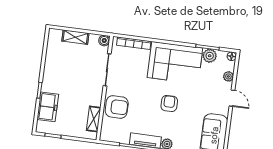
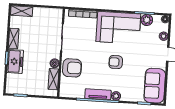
shelving: (75, 37) -> (22, 11), moved
boiler: (104, 40) -> (55, 63), moved
shelving: (49, 67) -> (14, 38), added
armchair: (169, 104) -> (116, 62), turned -90
freezer: (48, 107) -> (15, 61), moved

